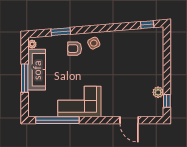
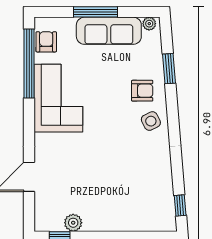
armchair: (75, 49) -> (142, 91), turned 90
armchair: (44, 109) -> (46, 42), added

